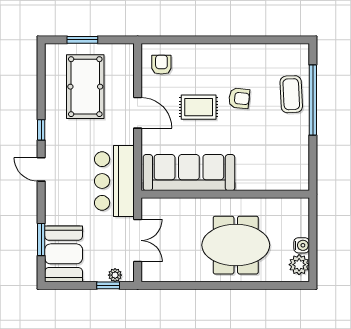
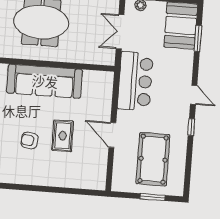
armchair: (161, 65) -> (90, 172), removed
rug: (199, 107) -> (63, 136), turned 90
sofa: (189, 173) -> (45, 81), moved

